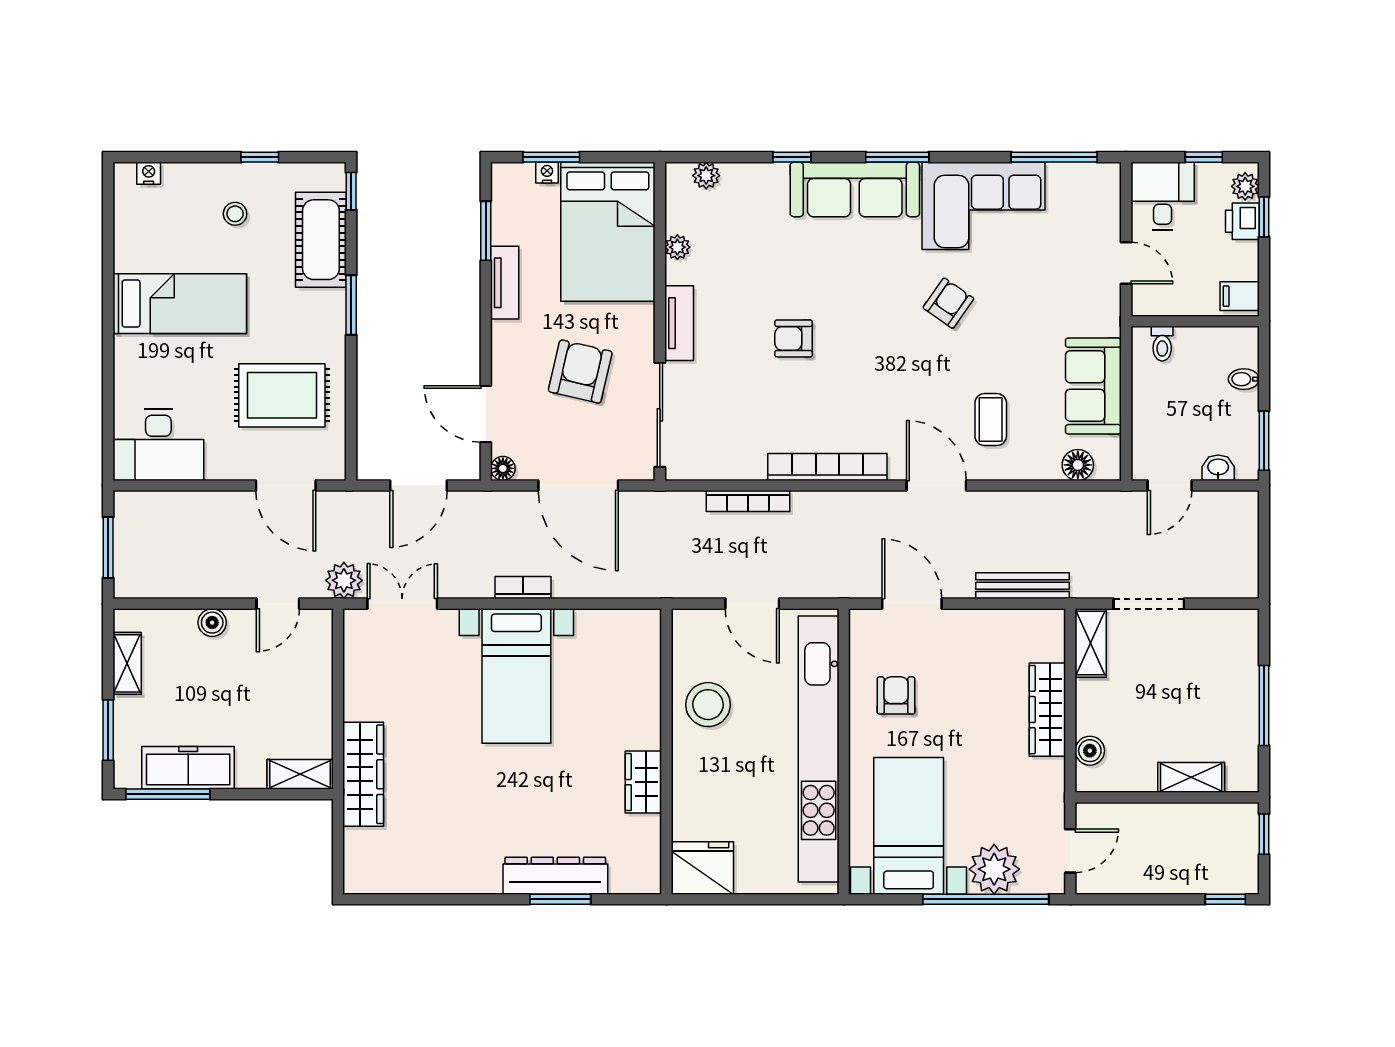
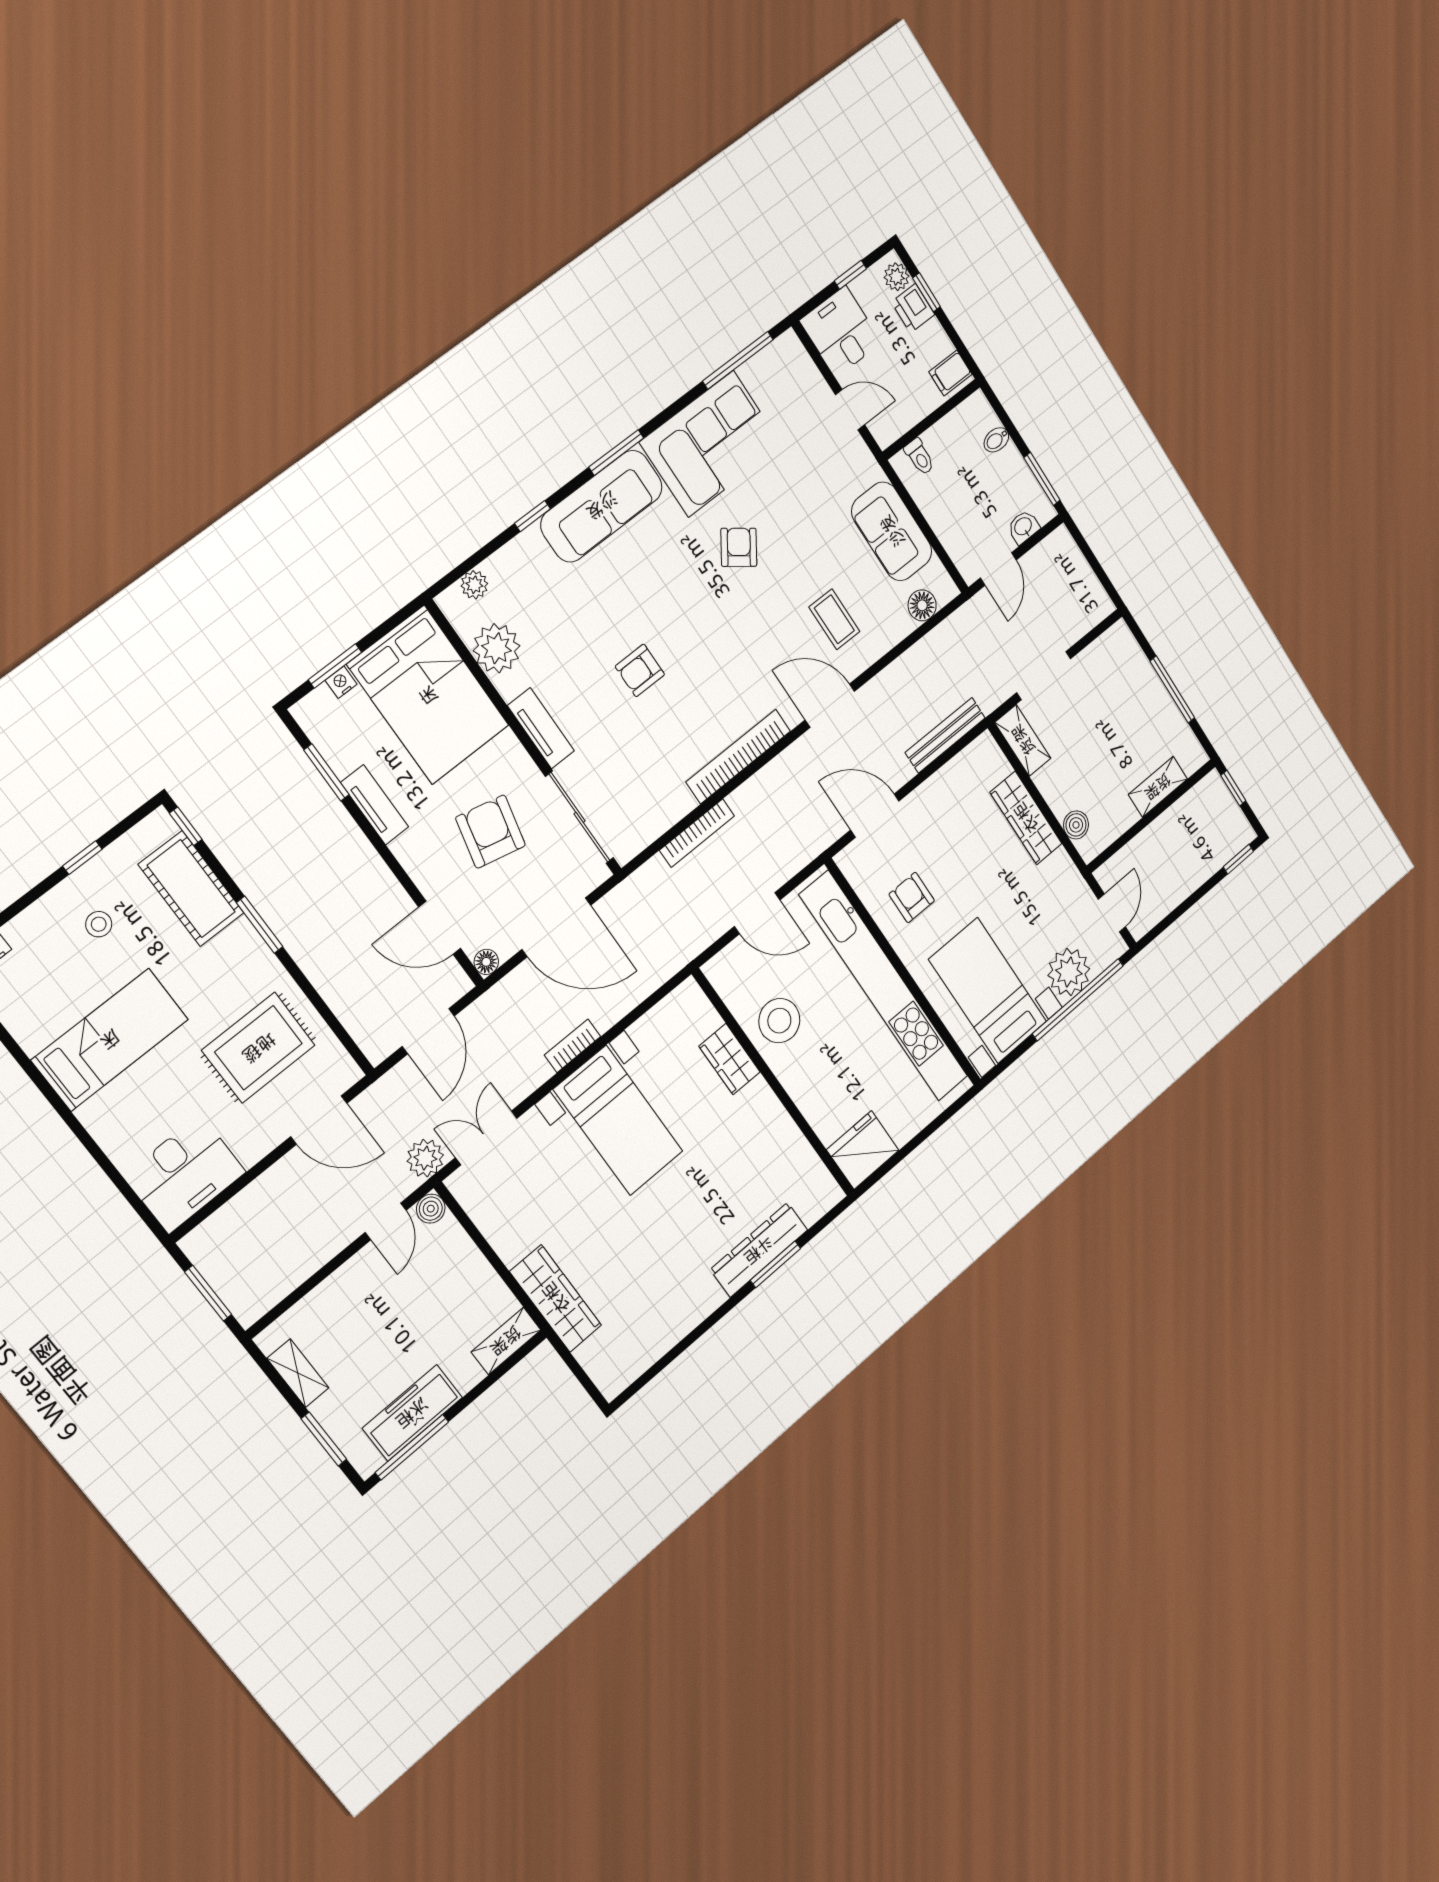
plant: (677, 247) -> (497, 648), width x1.87, depth x1.87
boiler: (212, 623) -> (431, 1209), moved
wardrobe: (643, 782) -> (730, 1059), moved

